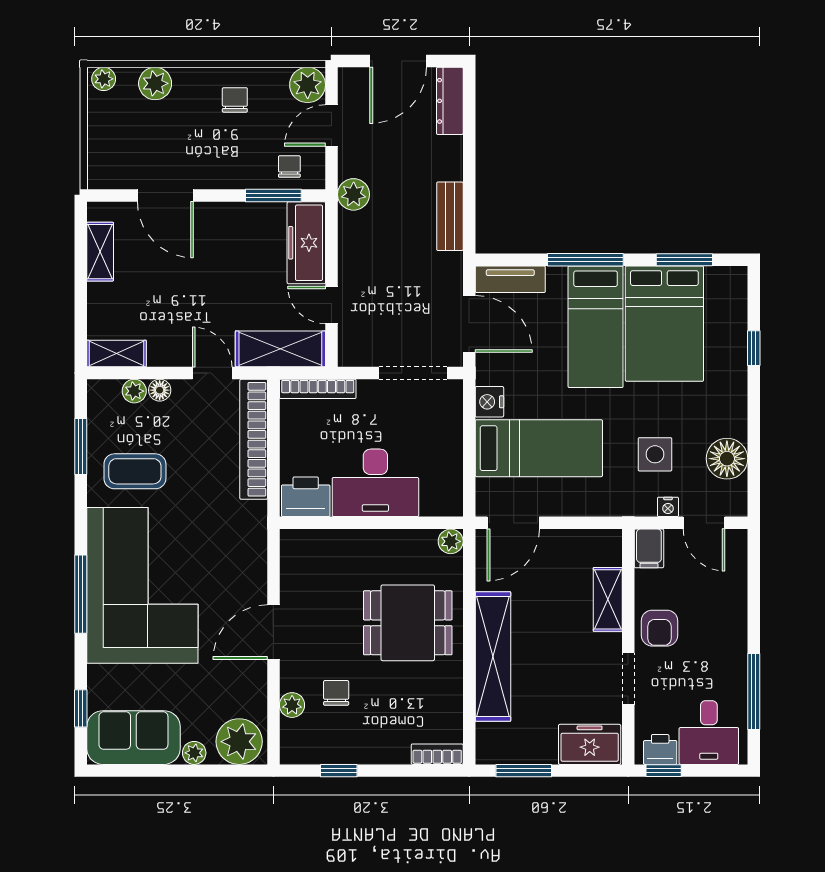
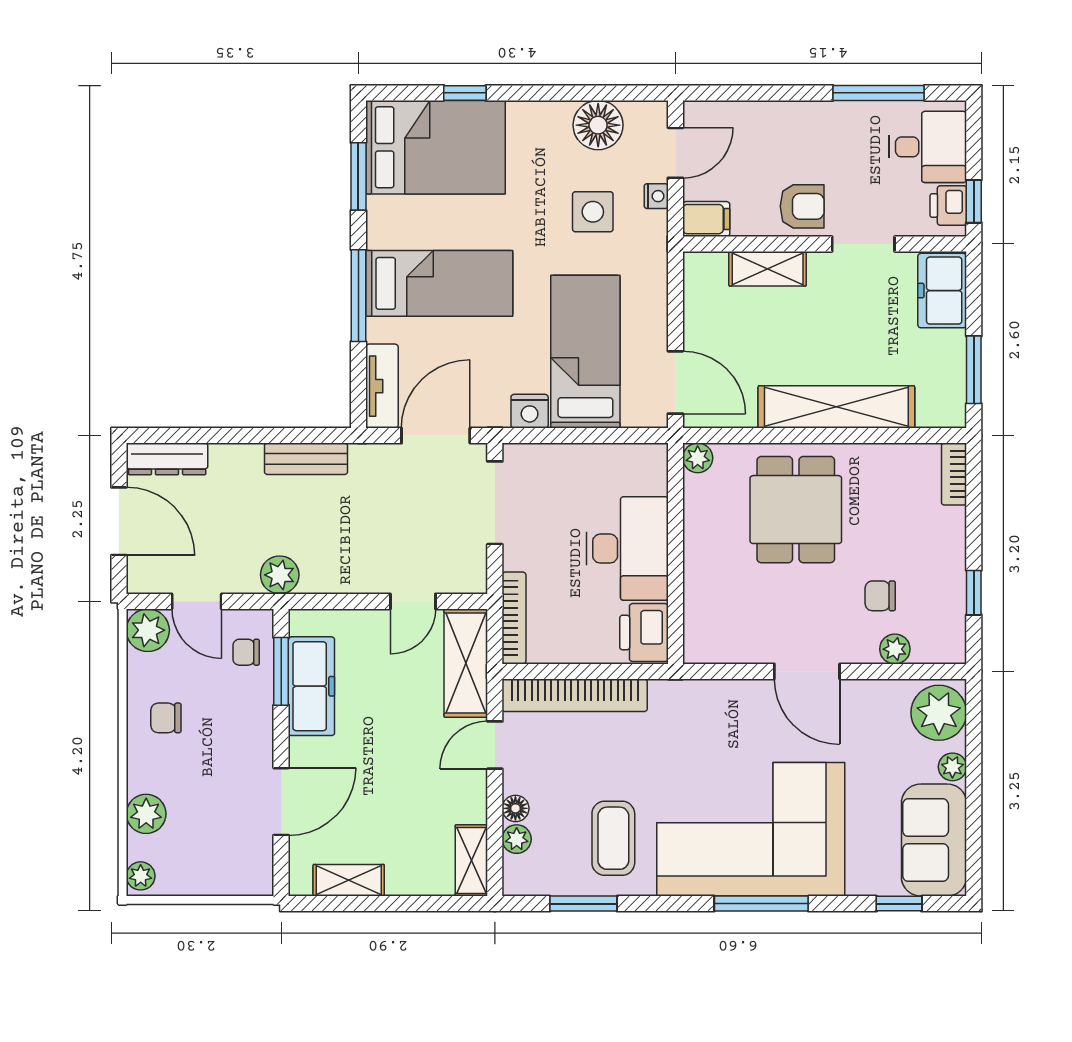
freezer: (306, 243) -> (311, 686), moved, turned -90
bed: (664, 324) -> (435, 147), moved

